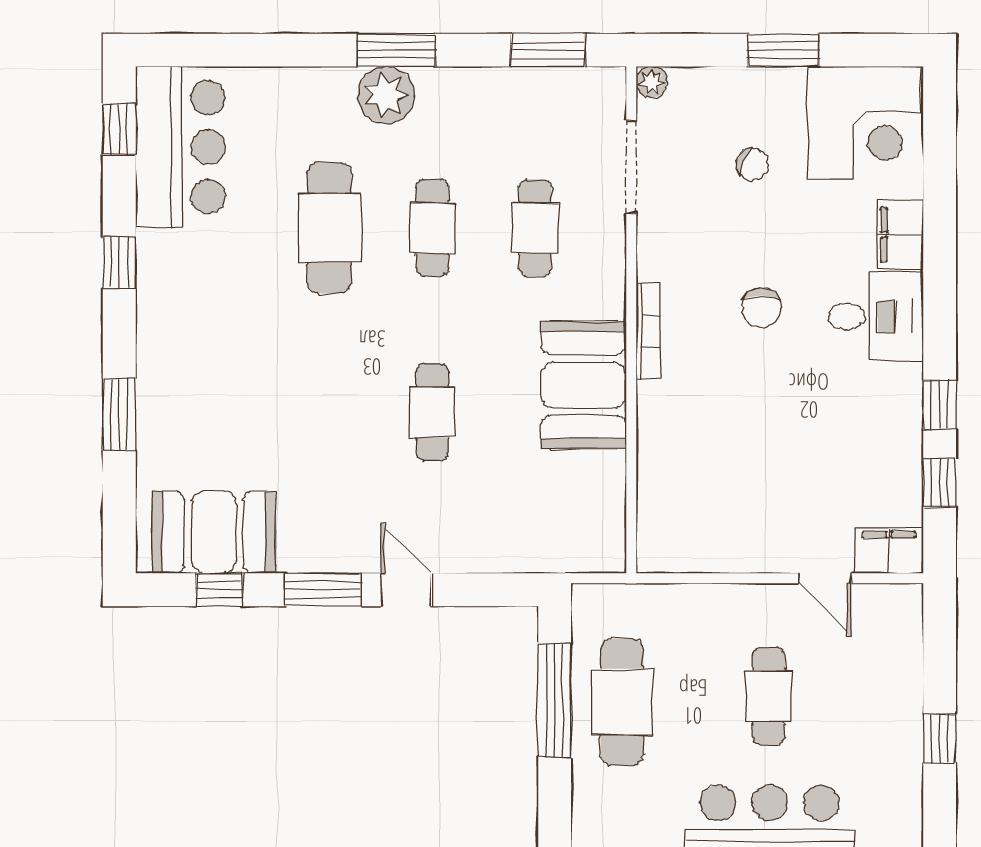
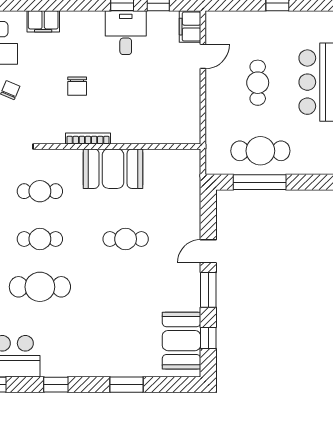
chair: (761, 308) -> (77, 86), turned 90
desk: (876, 317) -> (126, 33), moved
cafe table: (768, 696) -> (258, 83), turned 90

